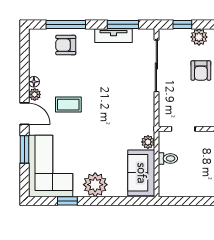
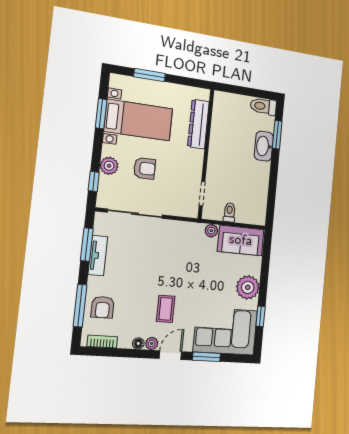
bookcase: (34, 48) -> (102, 341), added

